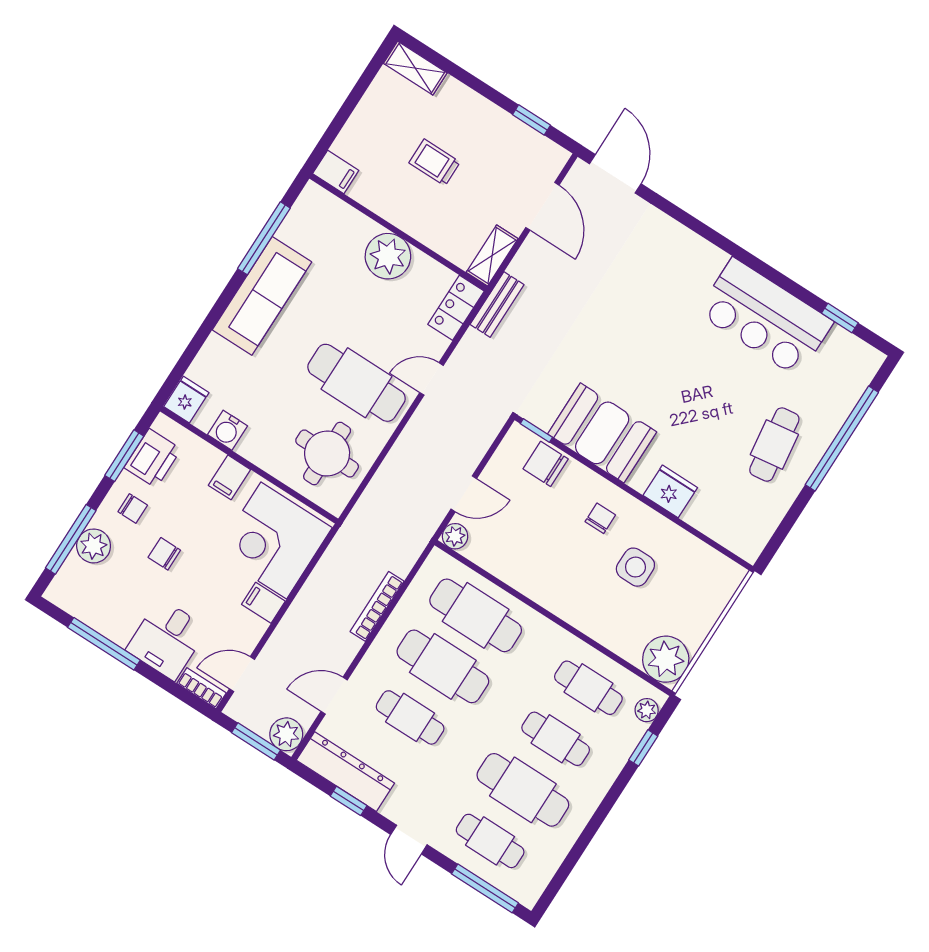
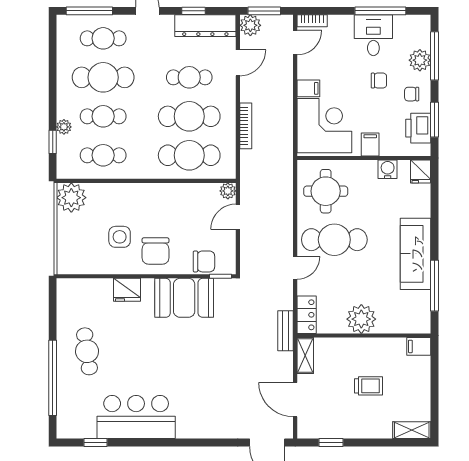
chair: (600, 518) -> (155, 251), width x1.87, depth x1.87
desk: (167, 639) -> (373, 35), moved
plant: (647, 710) -> (64, 127), moved

